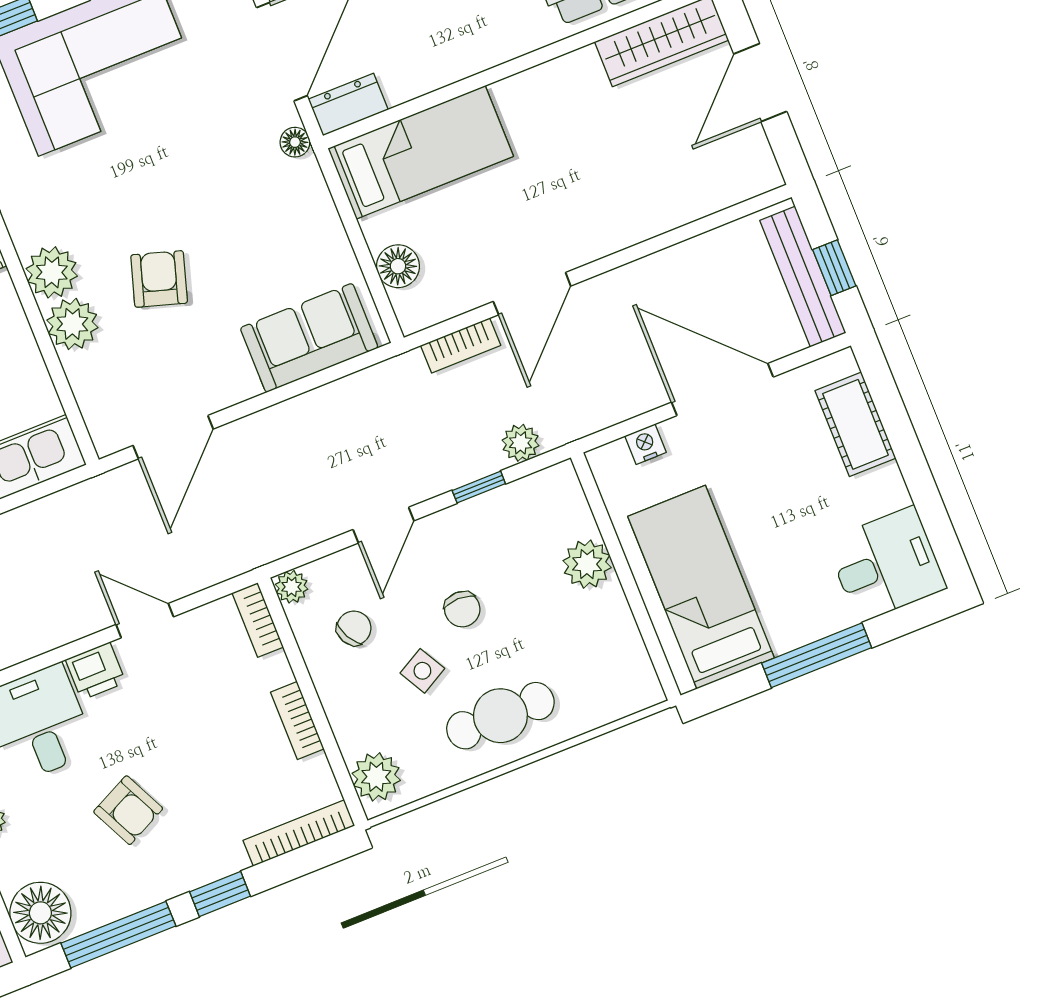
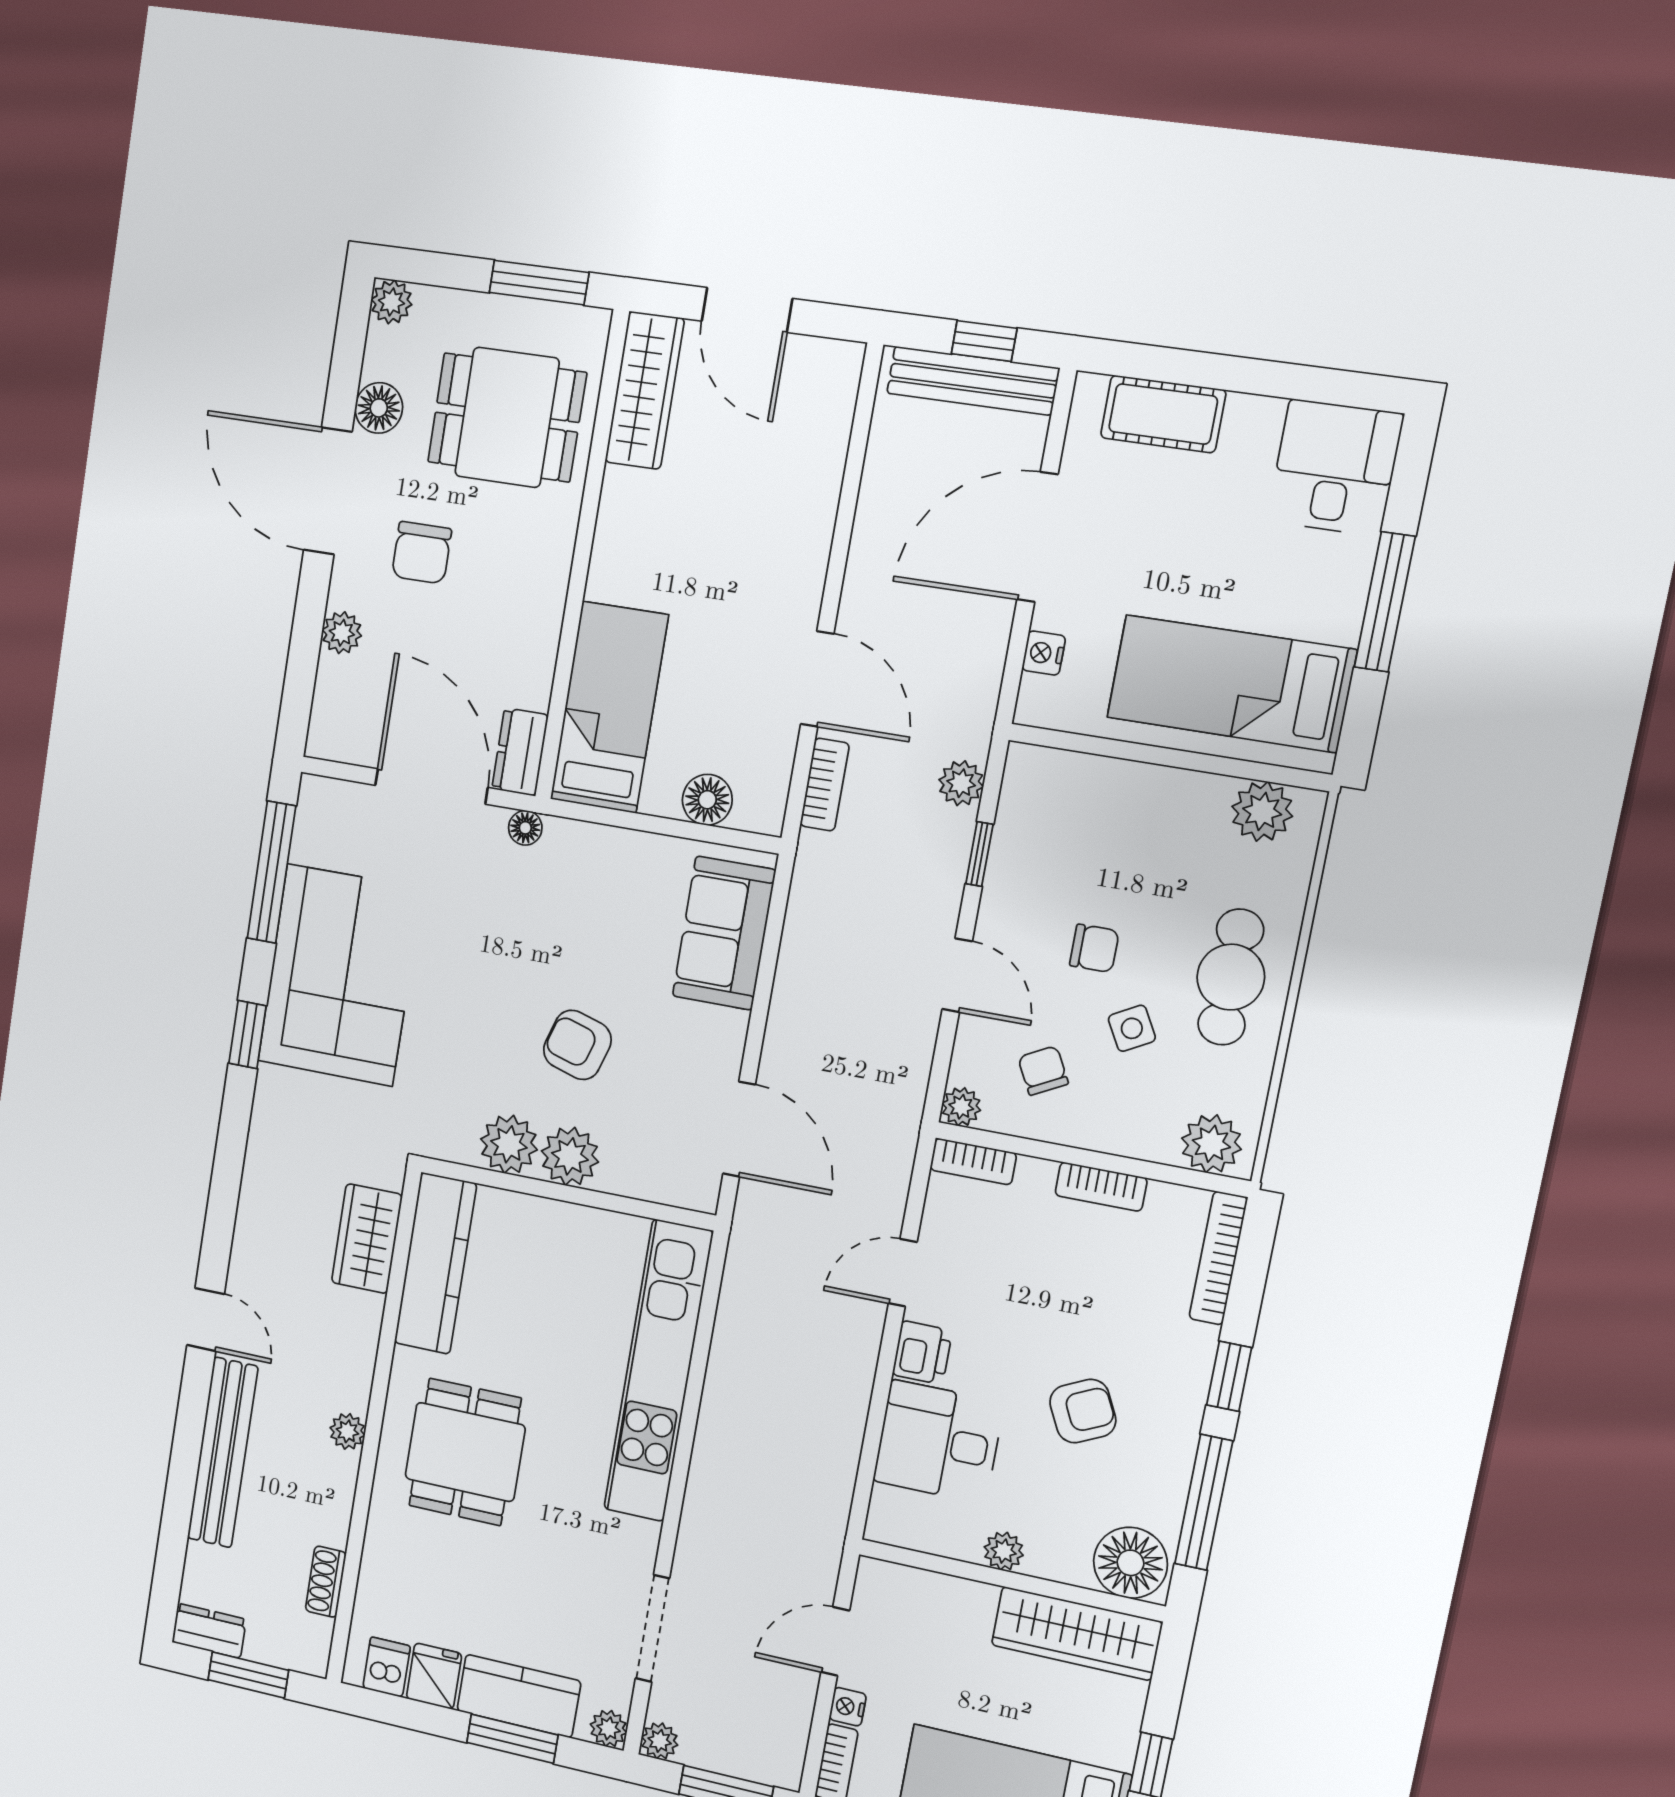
plant: (587, 564) -> (1262, 811), moved

